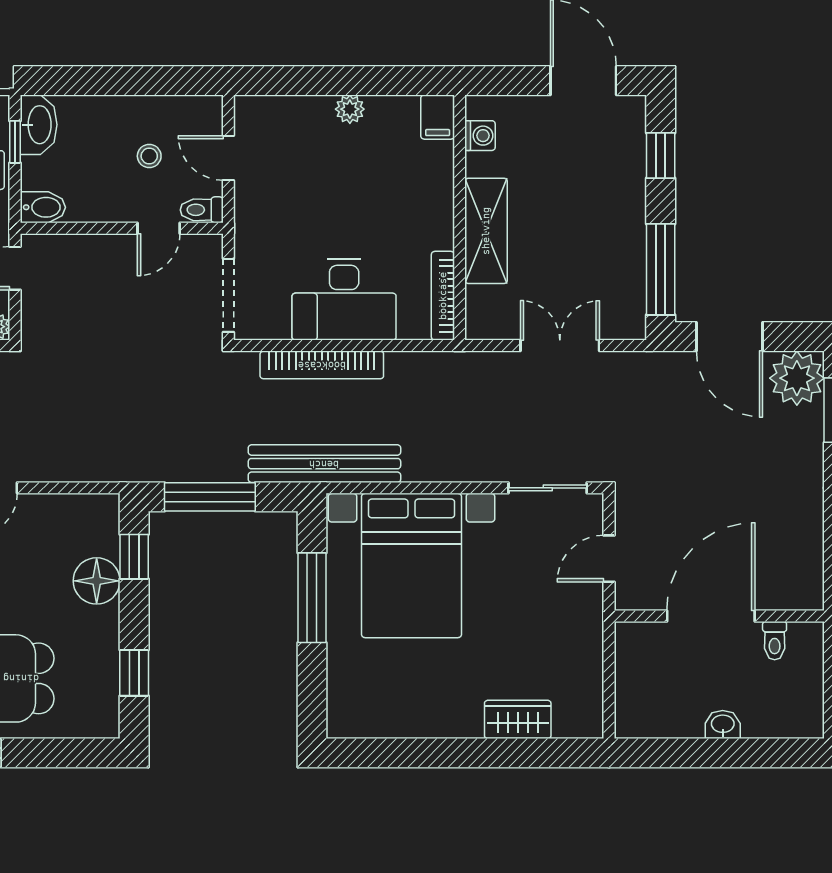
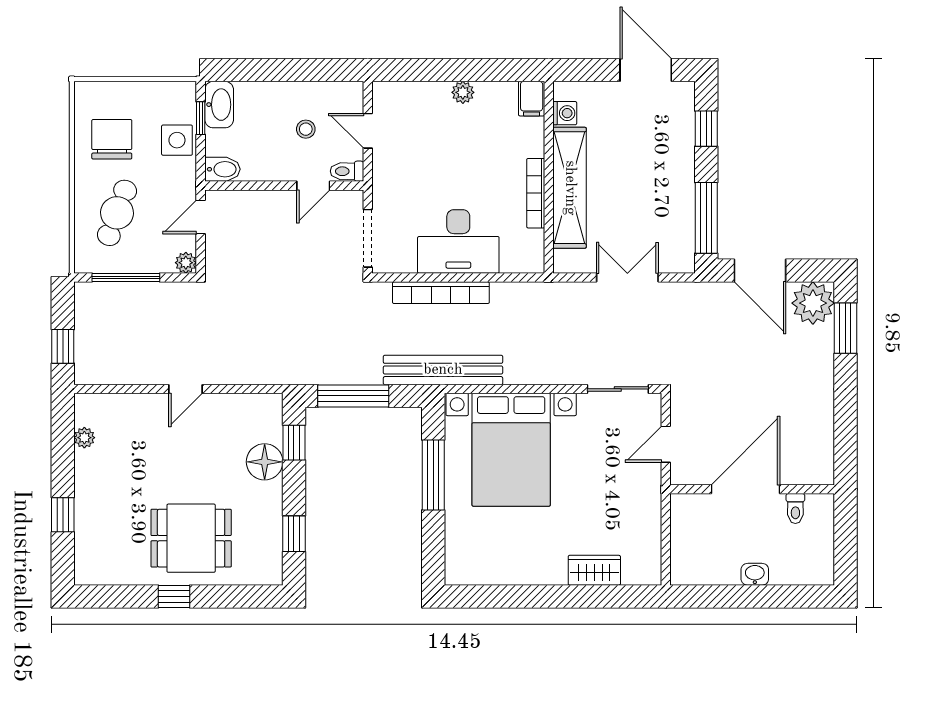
shelving: (486, 231) -> (570, 188), width x1.47
bookcase: (443, 296) -> (536, 193), moved

